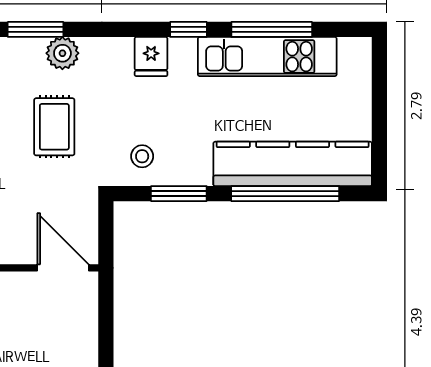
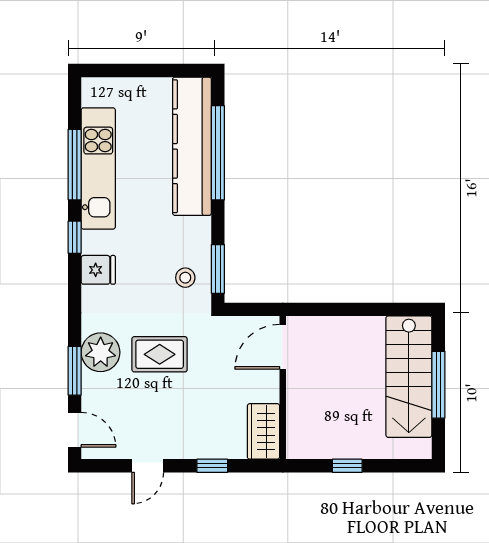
plant: (62, 53) -> (101, 352), width x1.36, depth x1.36
window: (179, 194) -> (218, 269), moved

